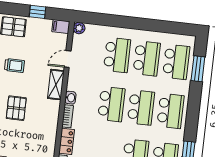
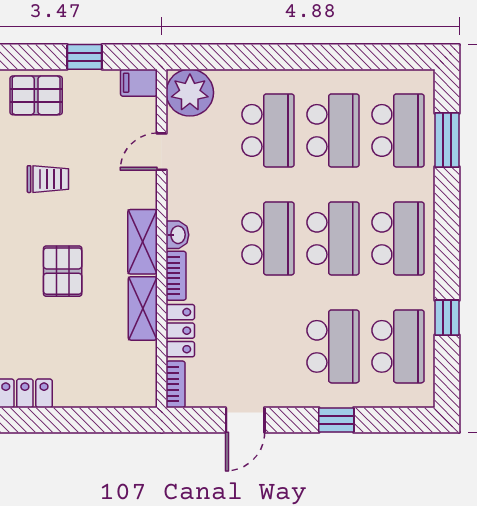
plant: (79, 28) -> (190, 93), width x1.87, depth x1.87
shelving: (56, 85) -> (143, 242), moved
shelving: (51, 129) -> (143, 308), added

